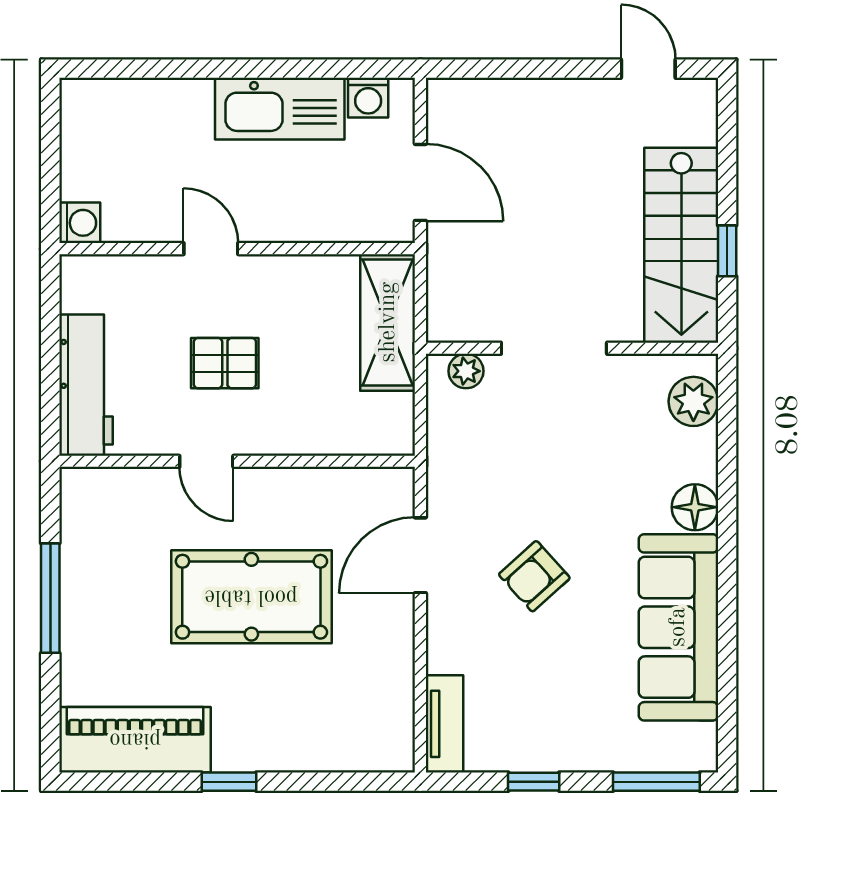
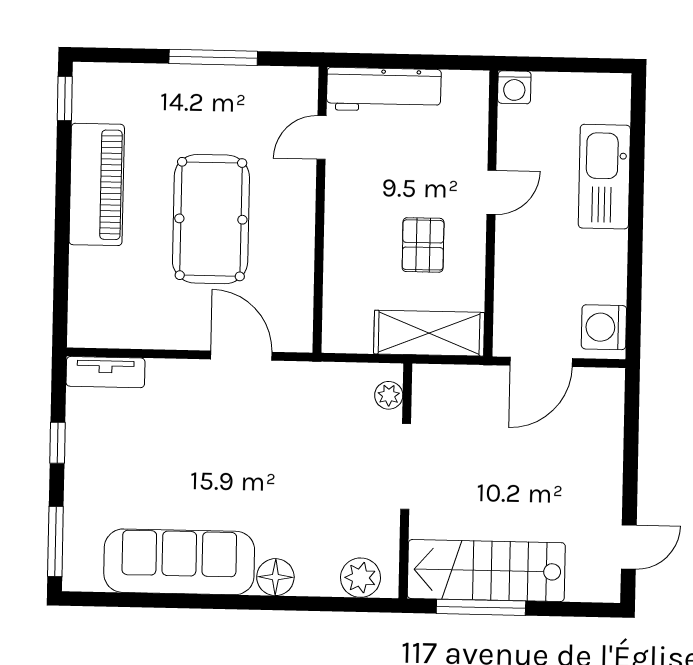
washing machine: (368, 98) -> (604, 327), width x1.38, depth x1.38
kitchen sink: (280, 109) -> (604, 177), moved
window: (727, 251) -> (481, 607), width x2.17
pallet: (225, 363) -> (423, 245), moved
door: (206, 461) -> (322, 138), moved
armchair: (534, 576) -> (223, 447), removed
piano: (135, 740) -> (97, 184), moved
window: (229, 782) -> (65, 99), moved

